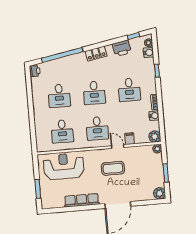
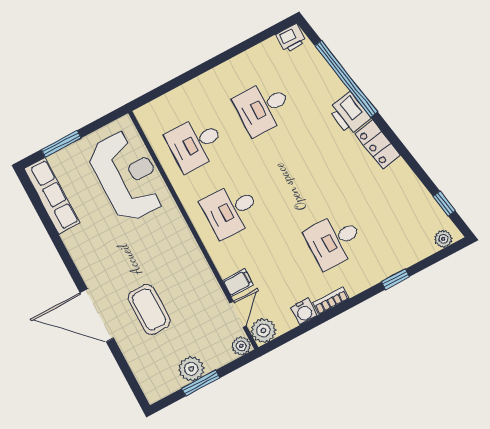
printer: (122, 48) -> (349, 113), moved
water cooler: (148, 53) -> (424, 247), removed
desk: (94, 93) -> (299, 174), removed
door: (118, 147) -> (238, 314), moved
coffee table: (113, 168) -> (149, 309), moved
plant: (160, 193) -> (191, 369), moved
row of seats: (82, 200) -> (52, 196), moved

